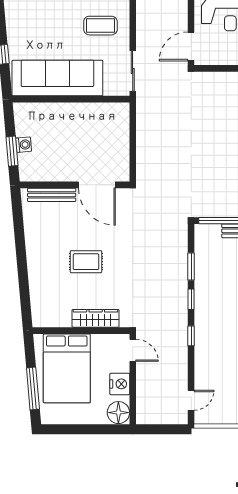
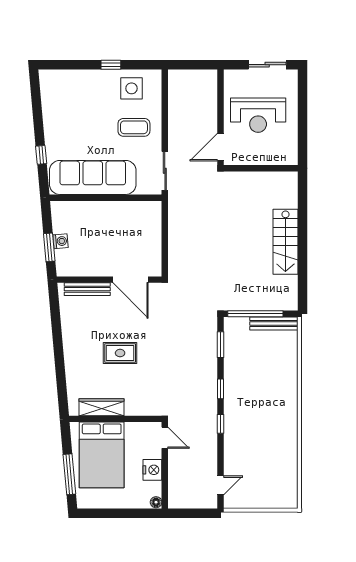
window: (191, 267) -> (220, 345), moved
wardrobe: (96, 318) -> (101, 407), moved
floor lamp: (118, 413) -> (156, 502), width x0.53, depth x0.53

